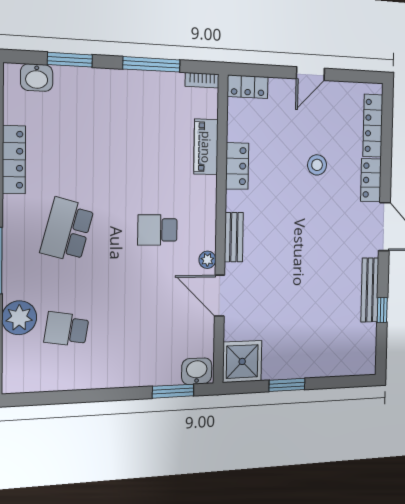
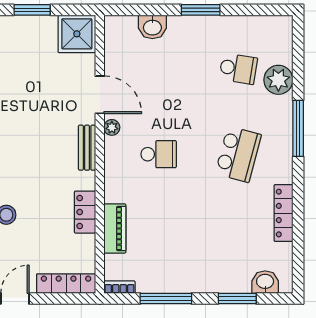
locker: (248, 87) -> (66, 284), width x1.53
washbasin: (197, 371) -> (152, 27), moved
window: (173, 391) -> (201, 10), moved

